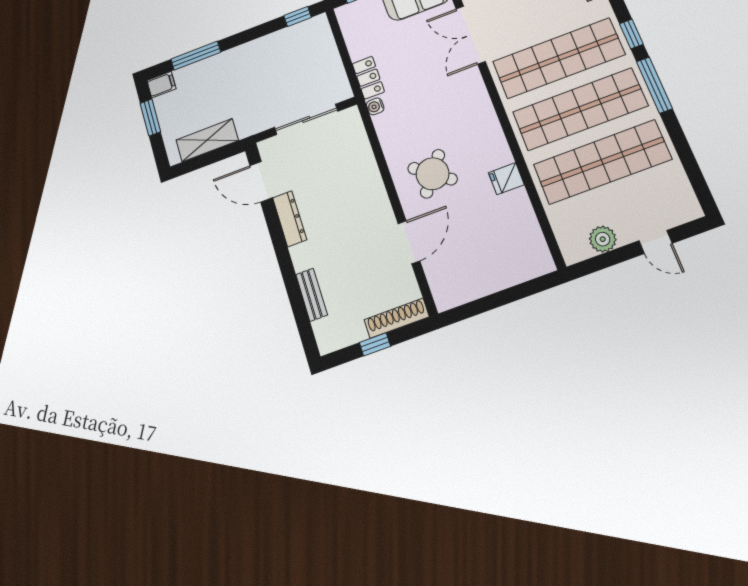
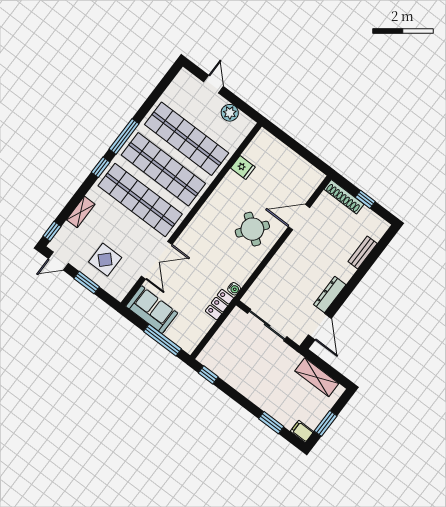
window: (196, 56) -> (271, 423), width x0.69
fridge: (506, 179) -> (243, 167), moved

